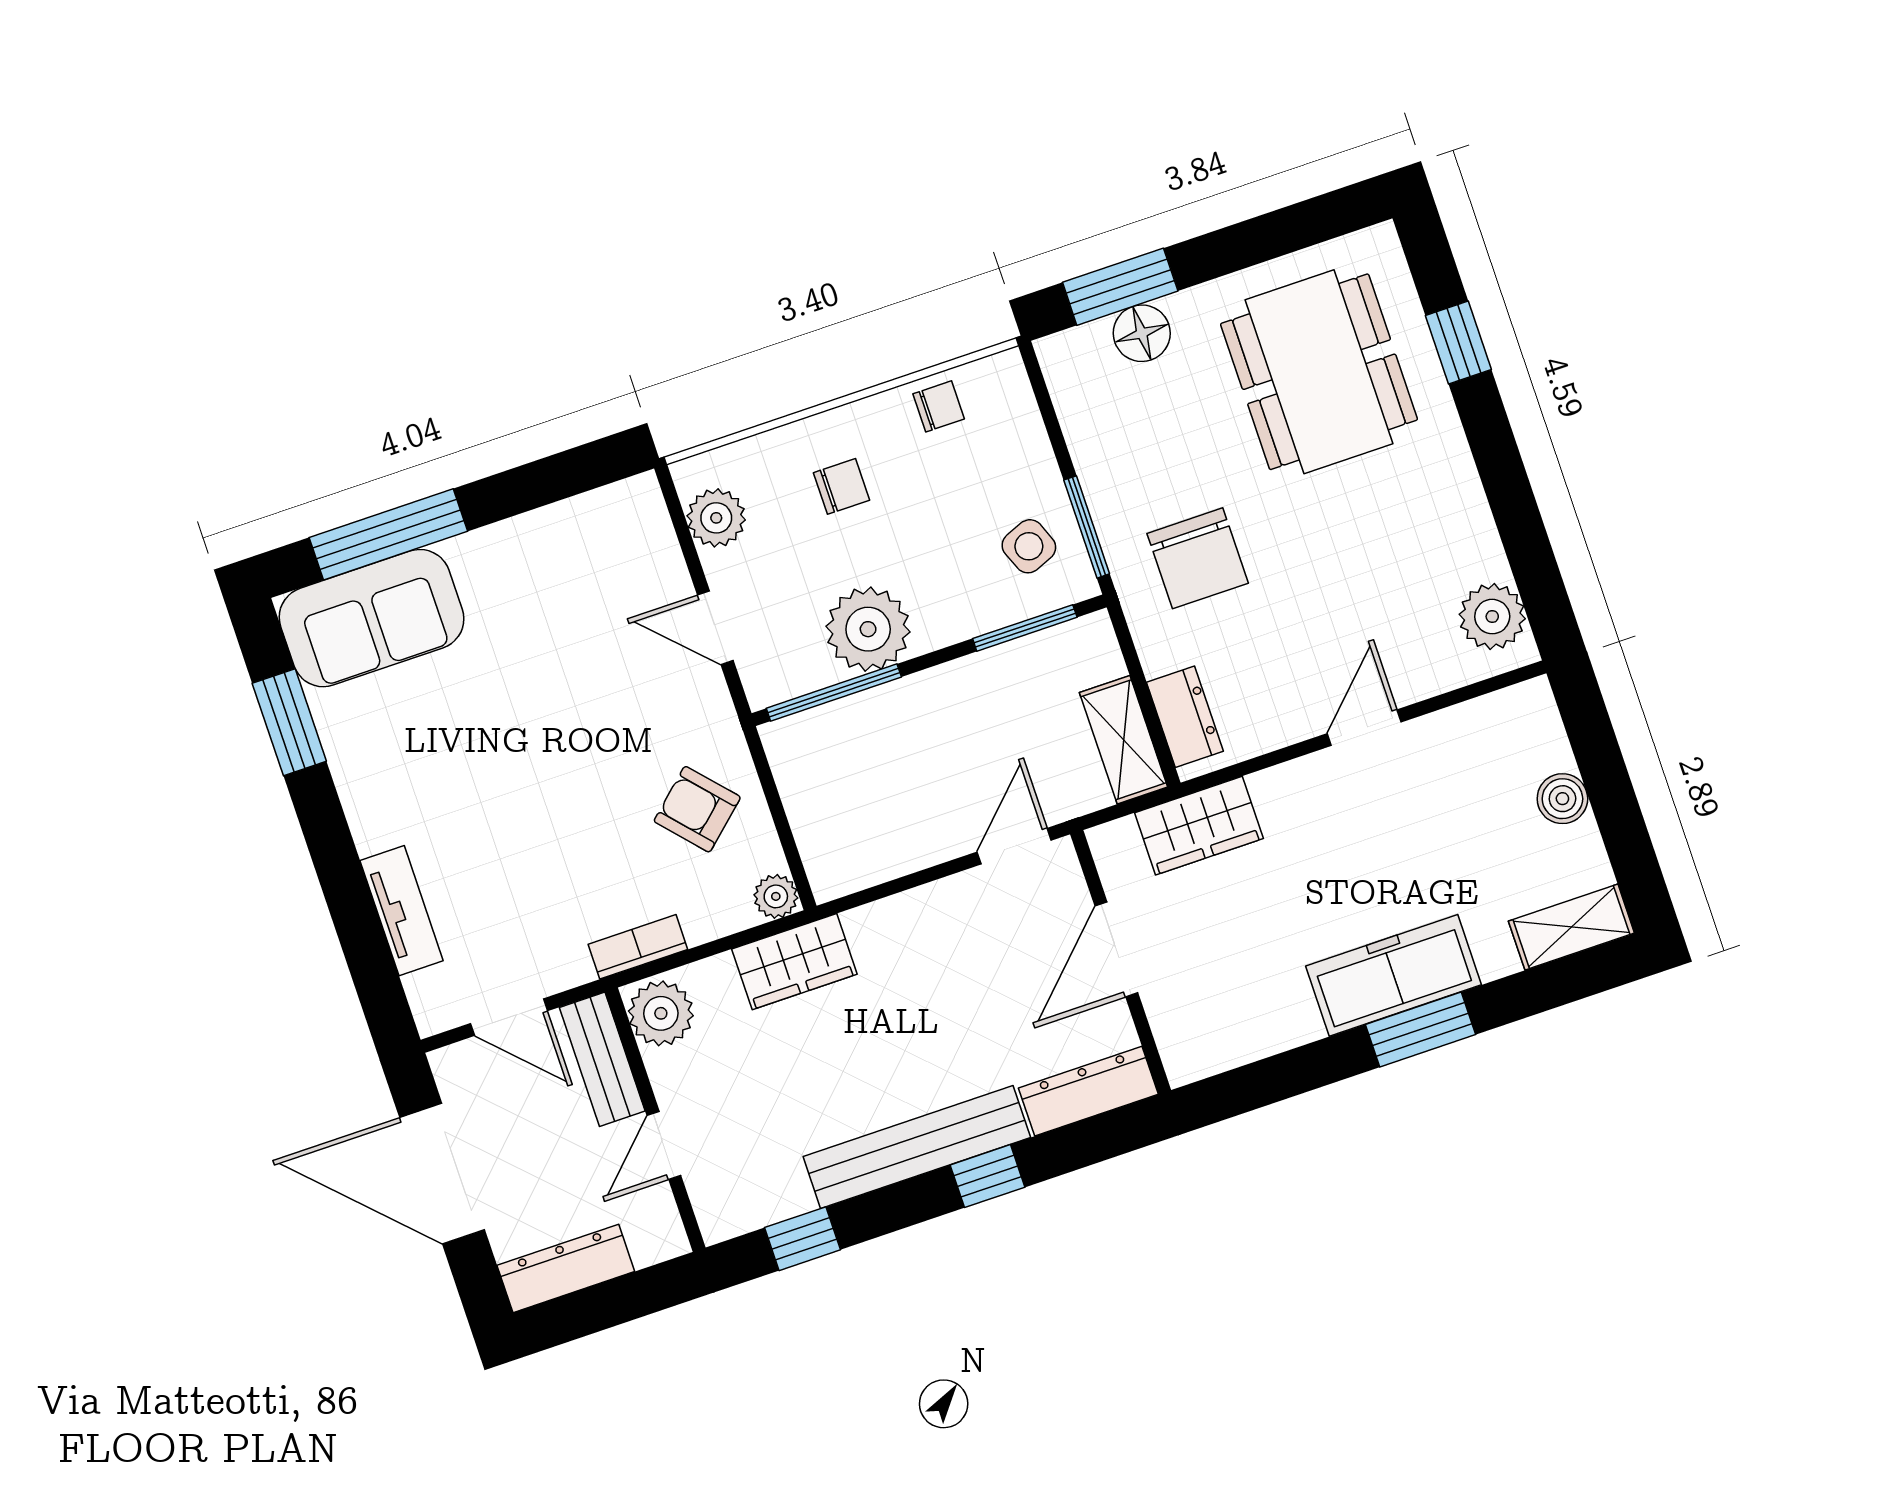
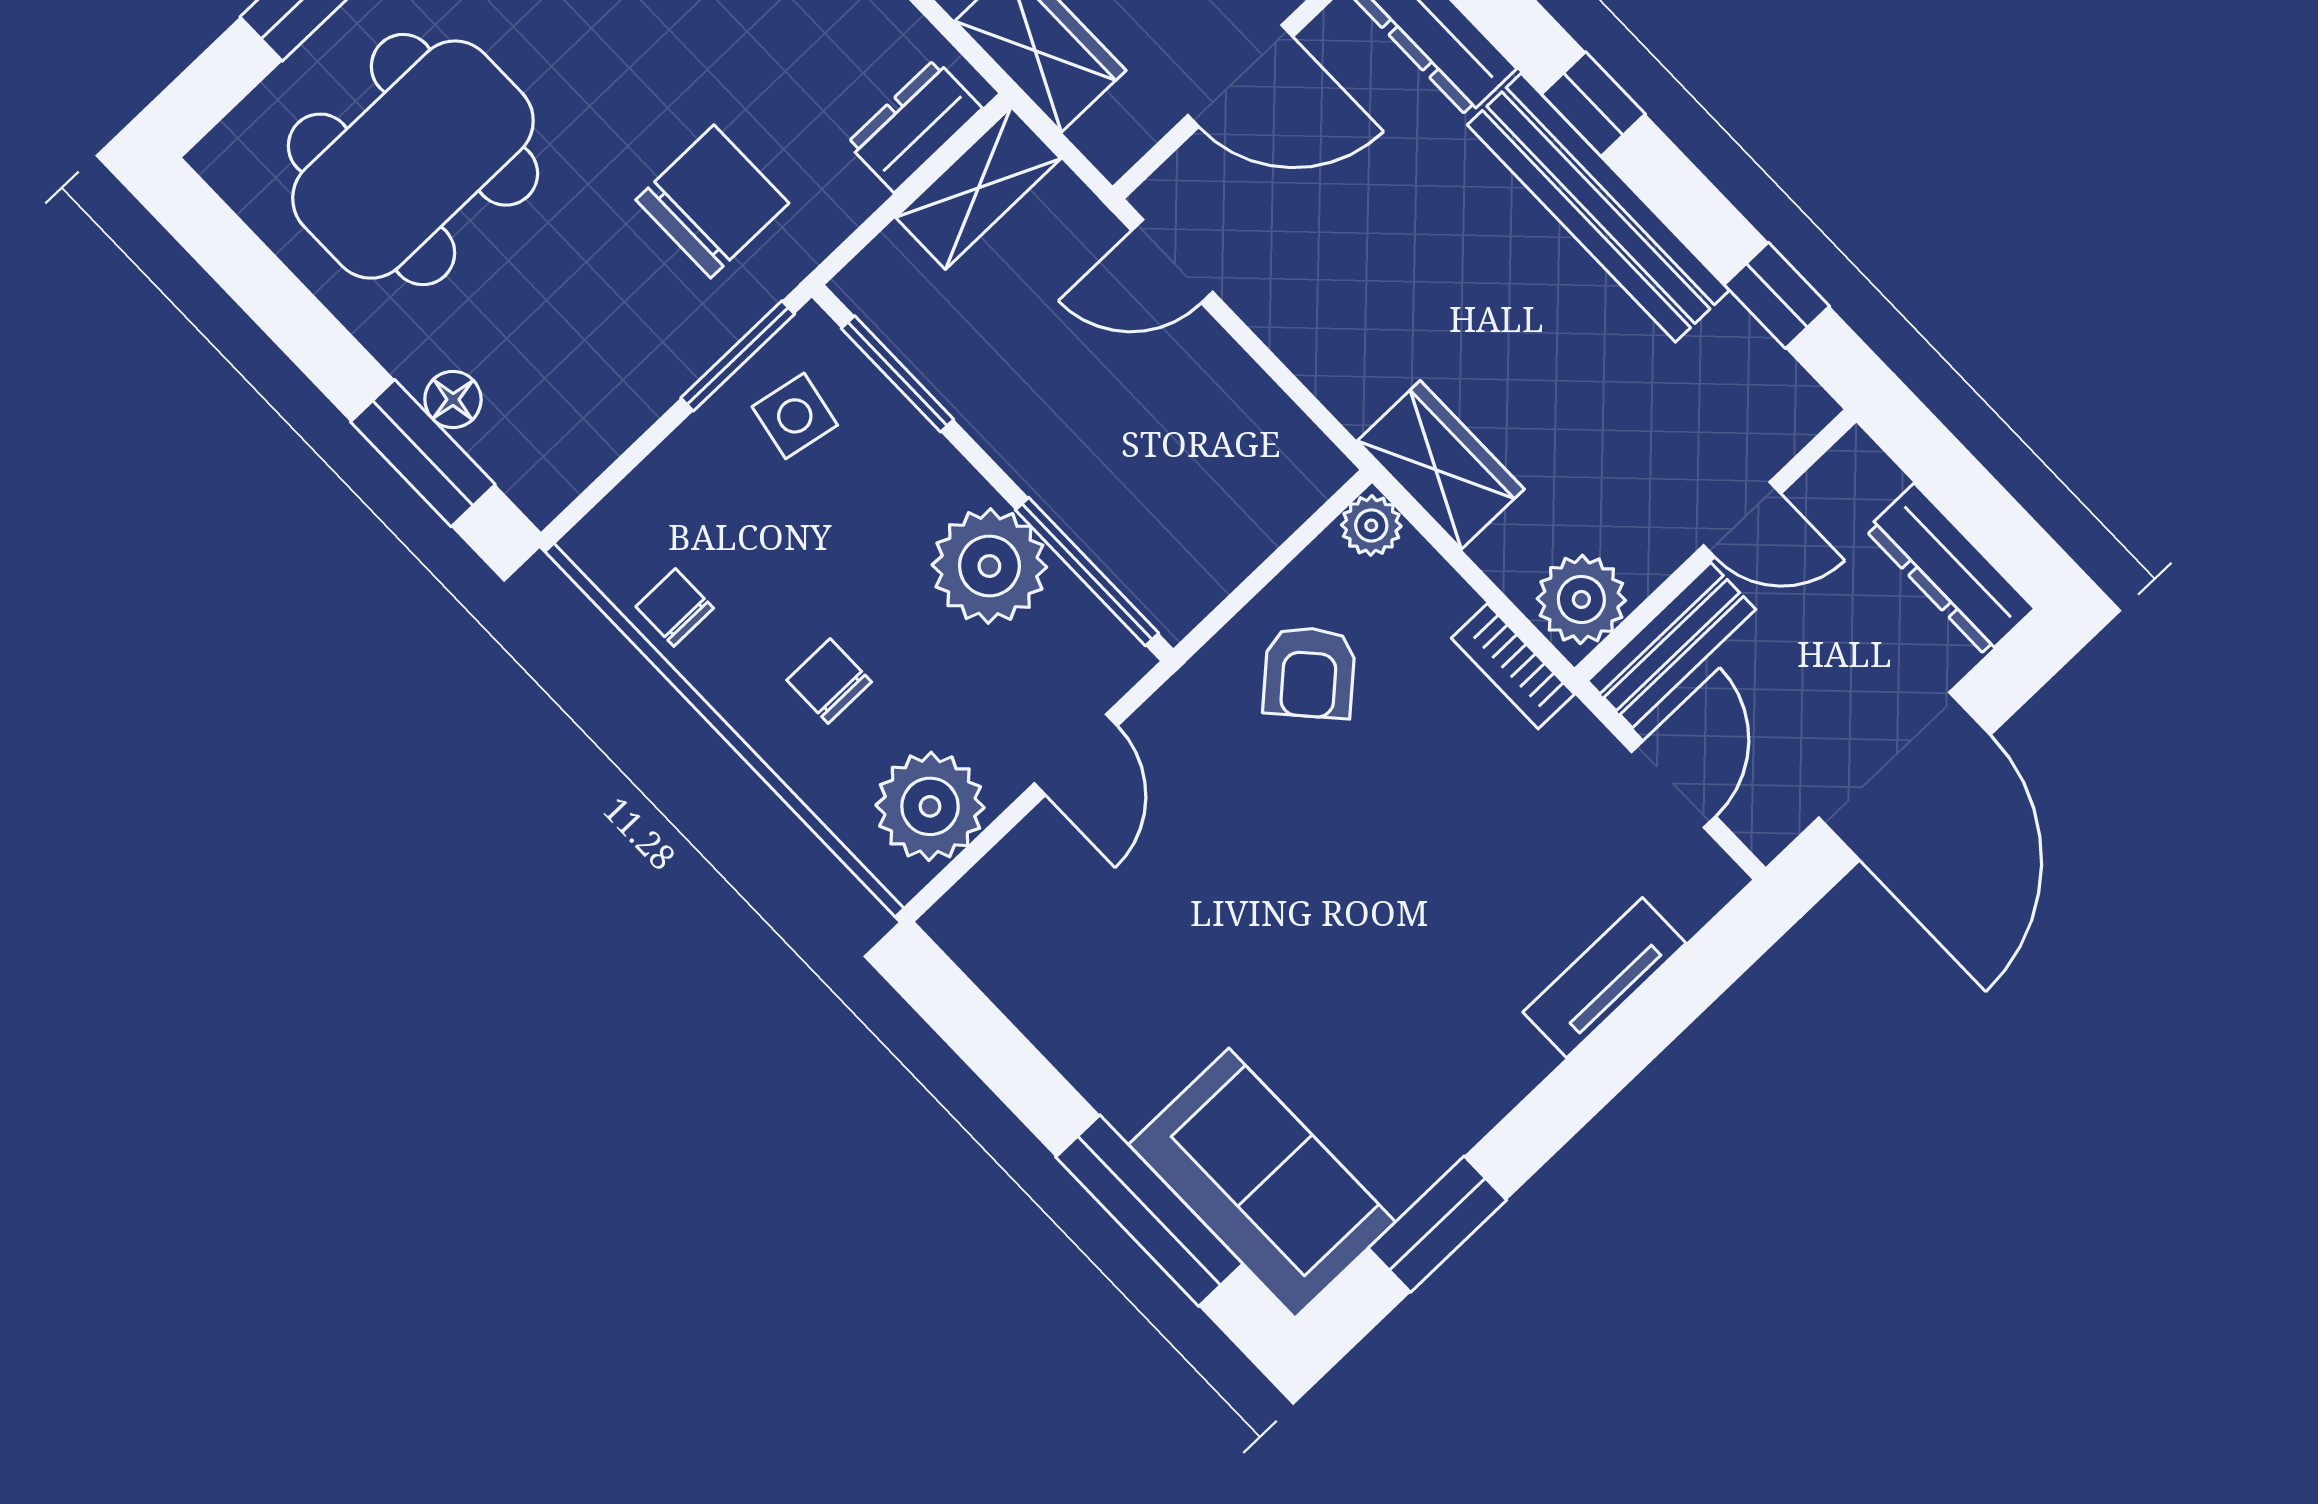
floor lamp: (1142, 333) -> (453, 400), width x0.73, depth x0.73
plant: (716, 518) -> (930, 806), width x1.36, depth x1.36
side table: (1029, 546) -> (795, 416), turned 33

